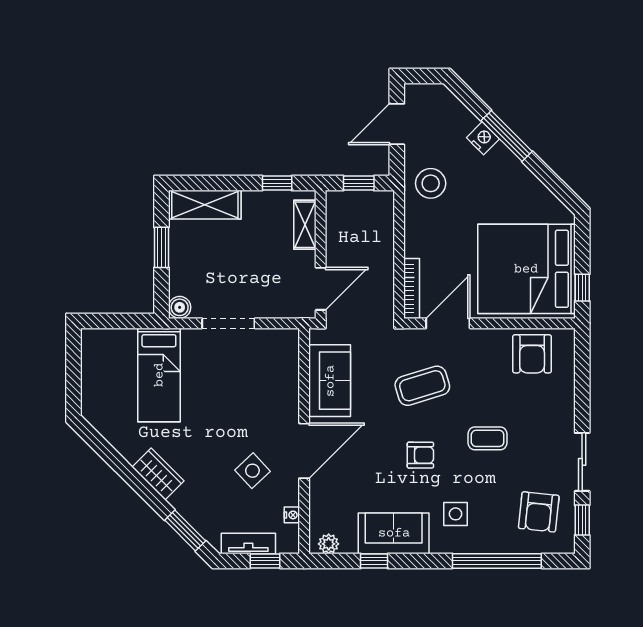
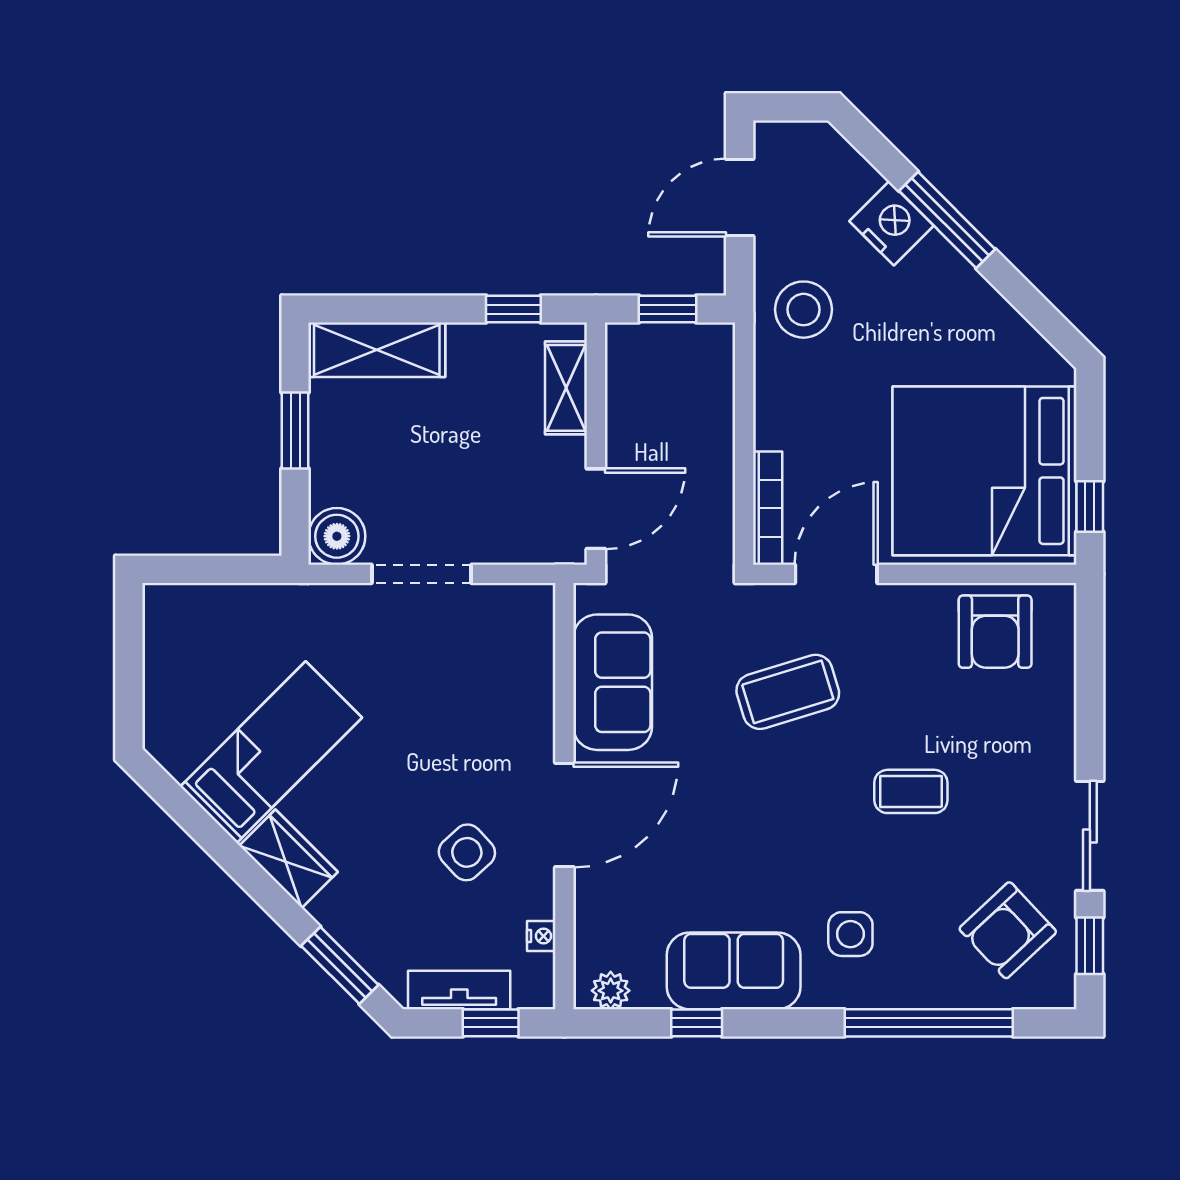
nightstand: (483, 138) -> (891, 223), width x1.36, depth x1.33
boiler: (180, 307) -> (337, 536), width x1.36, depth x1.36
bed: (159, 375) -> (271, 752), moved, turned -135
armchair: (420, 455) -> (784, 823), removed
armchair: (539, 512) -> (1008, 930), turned 41

